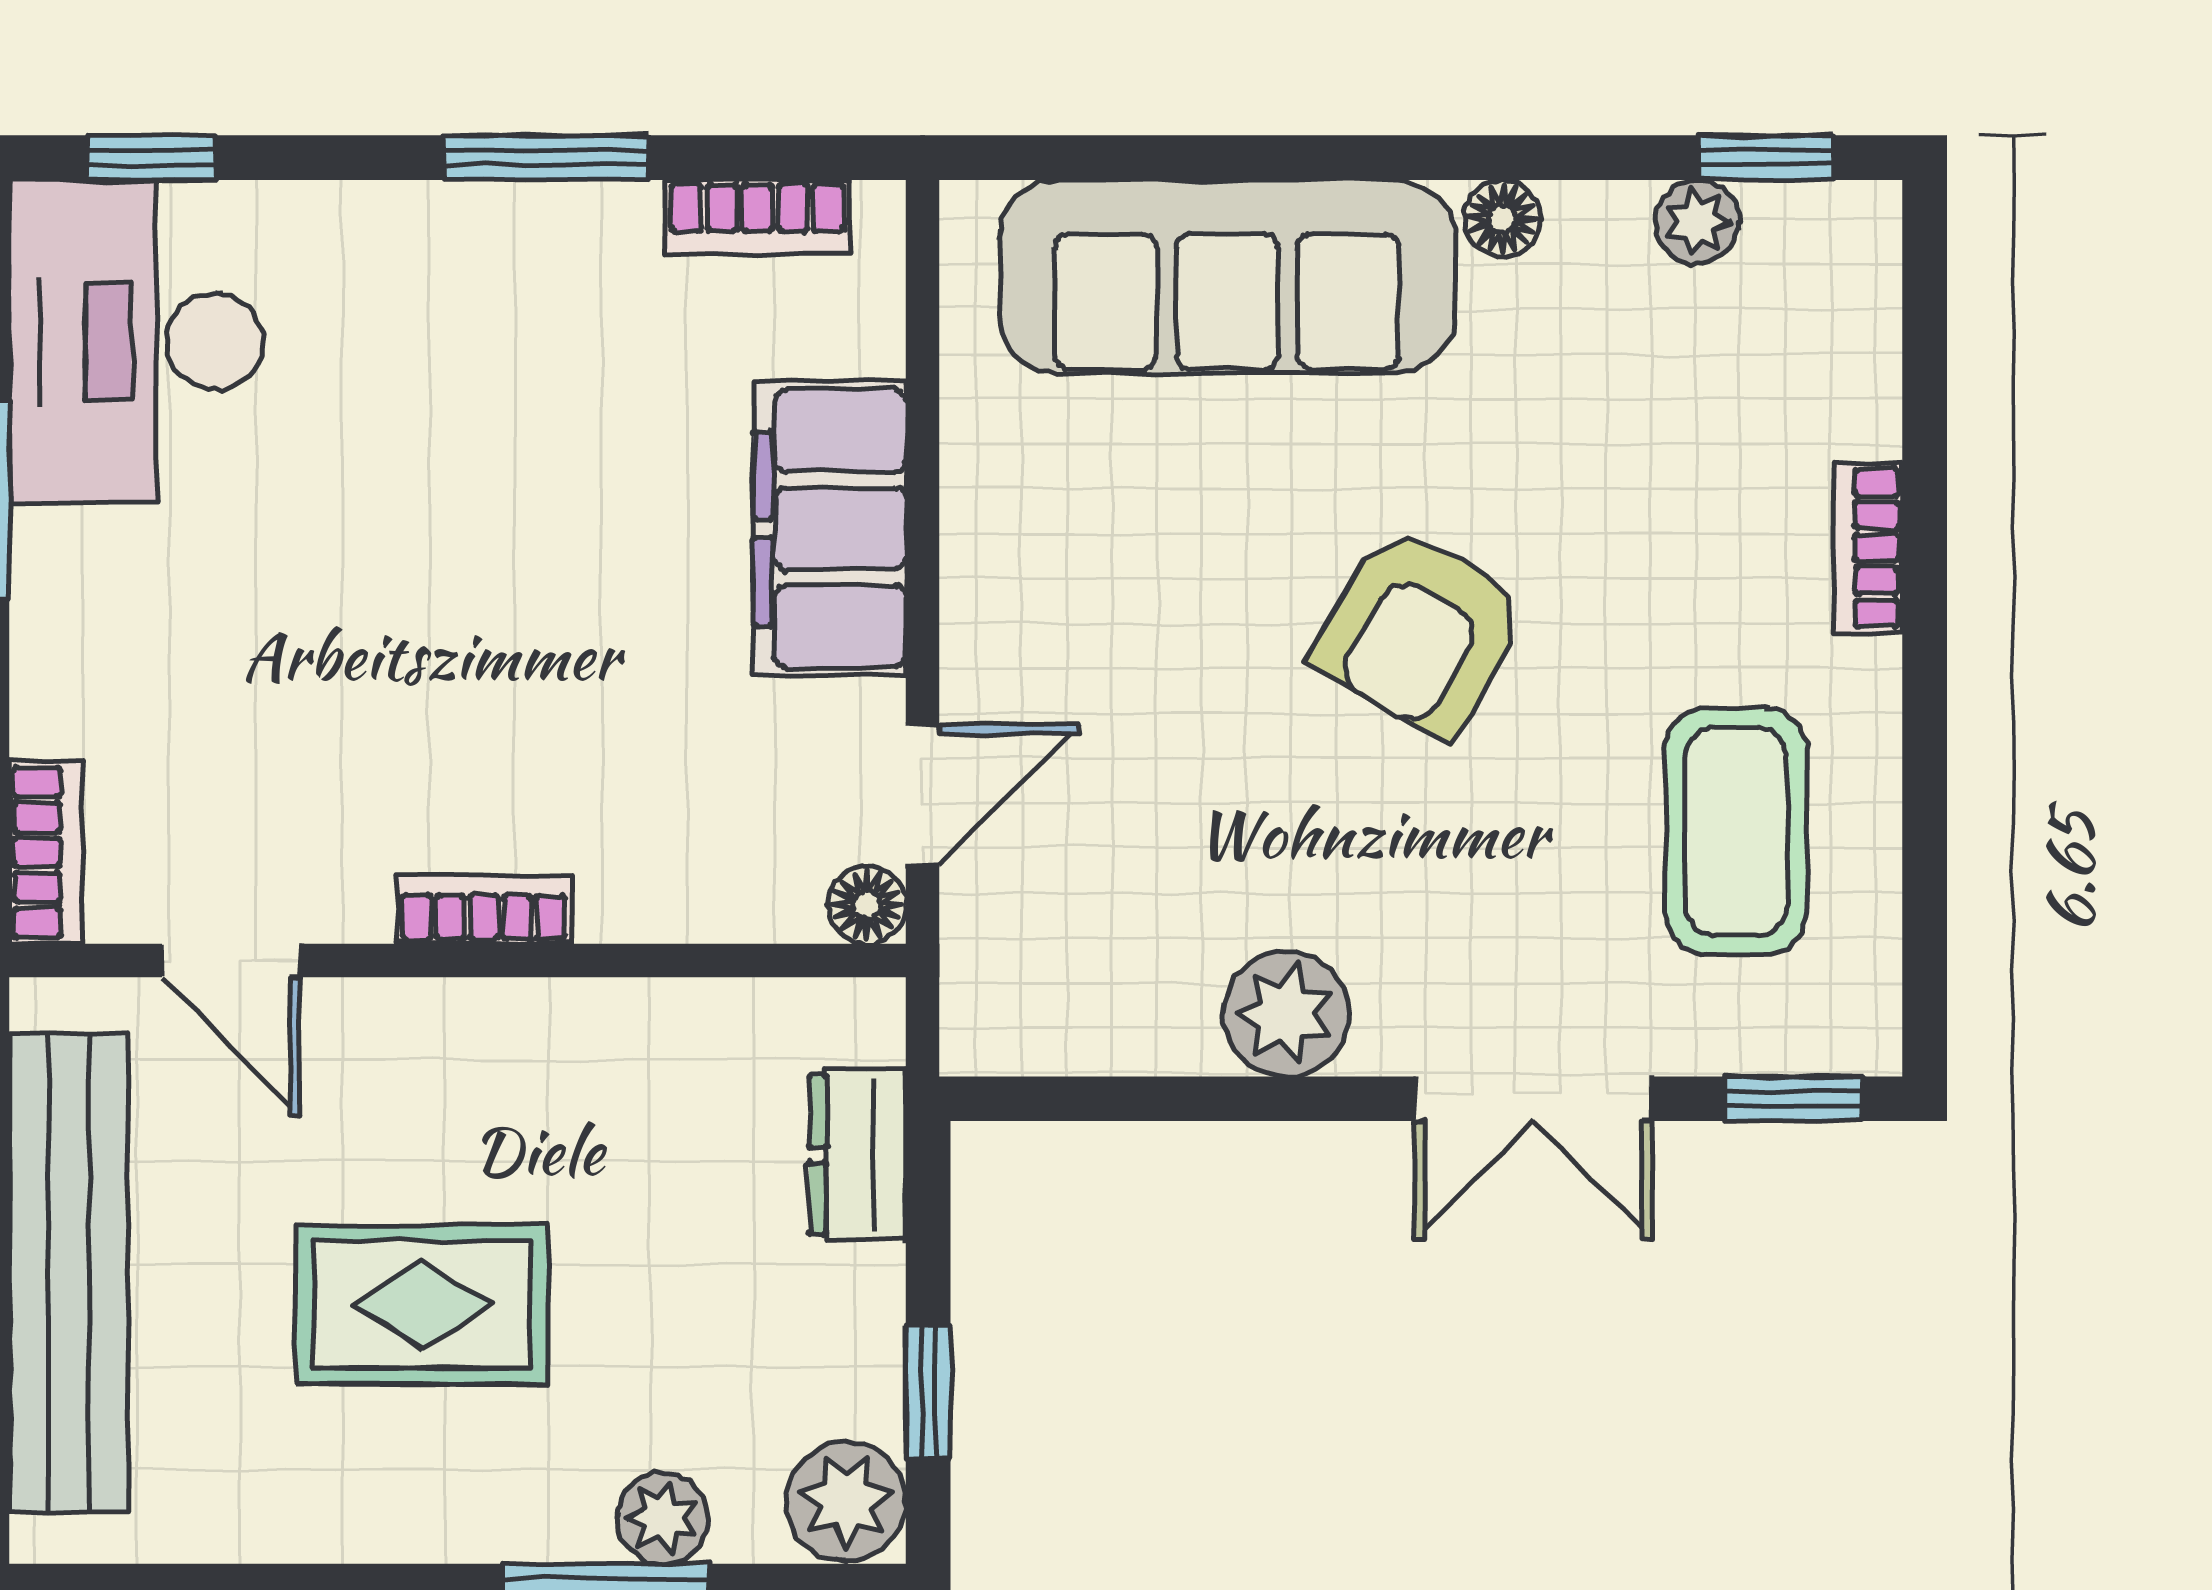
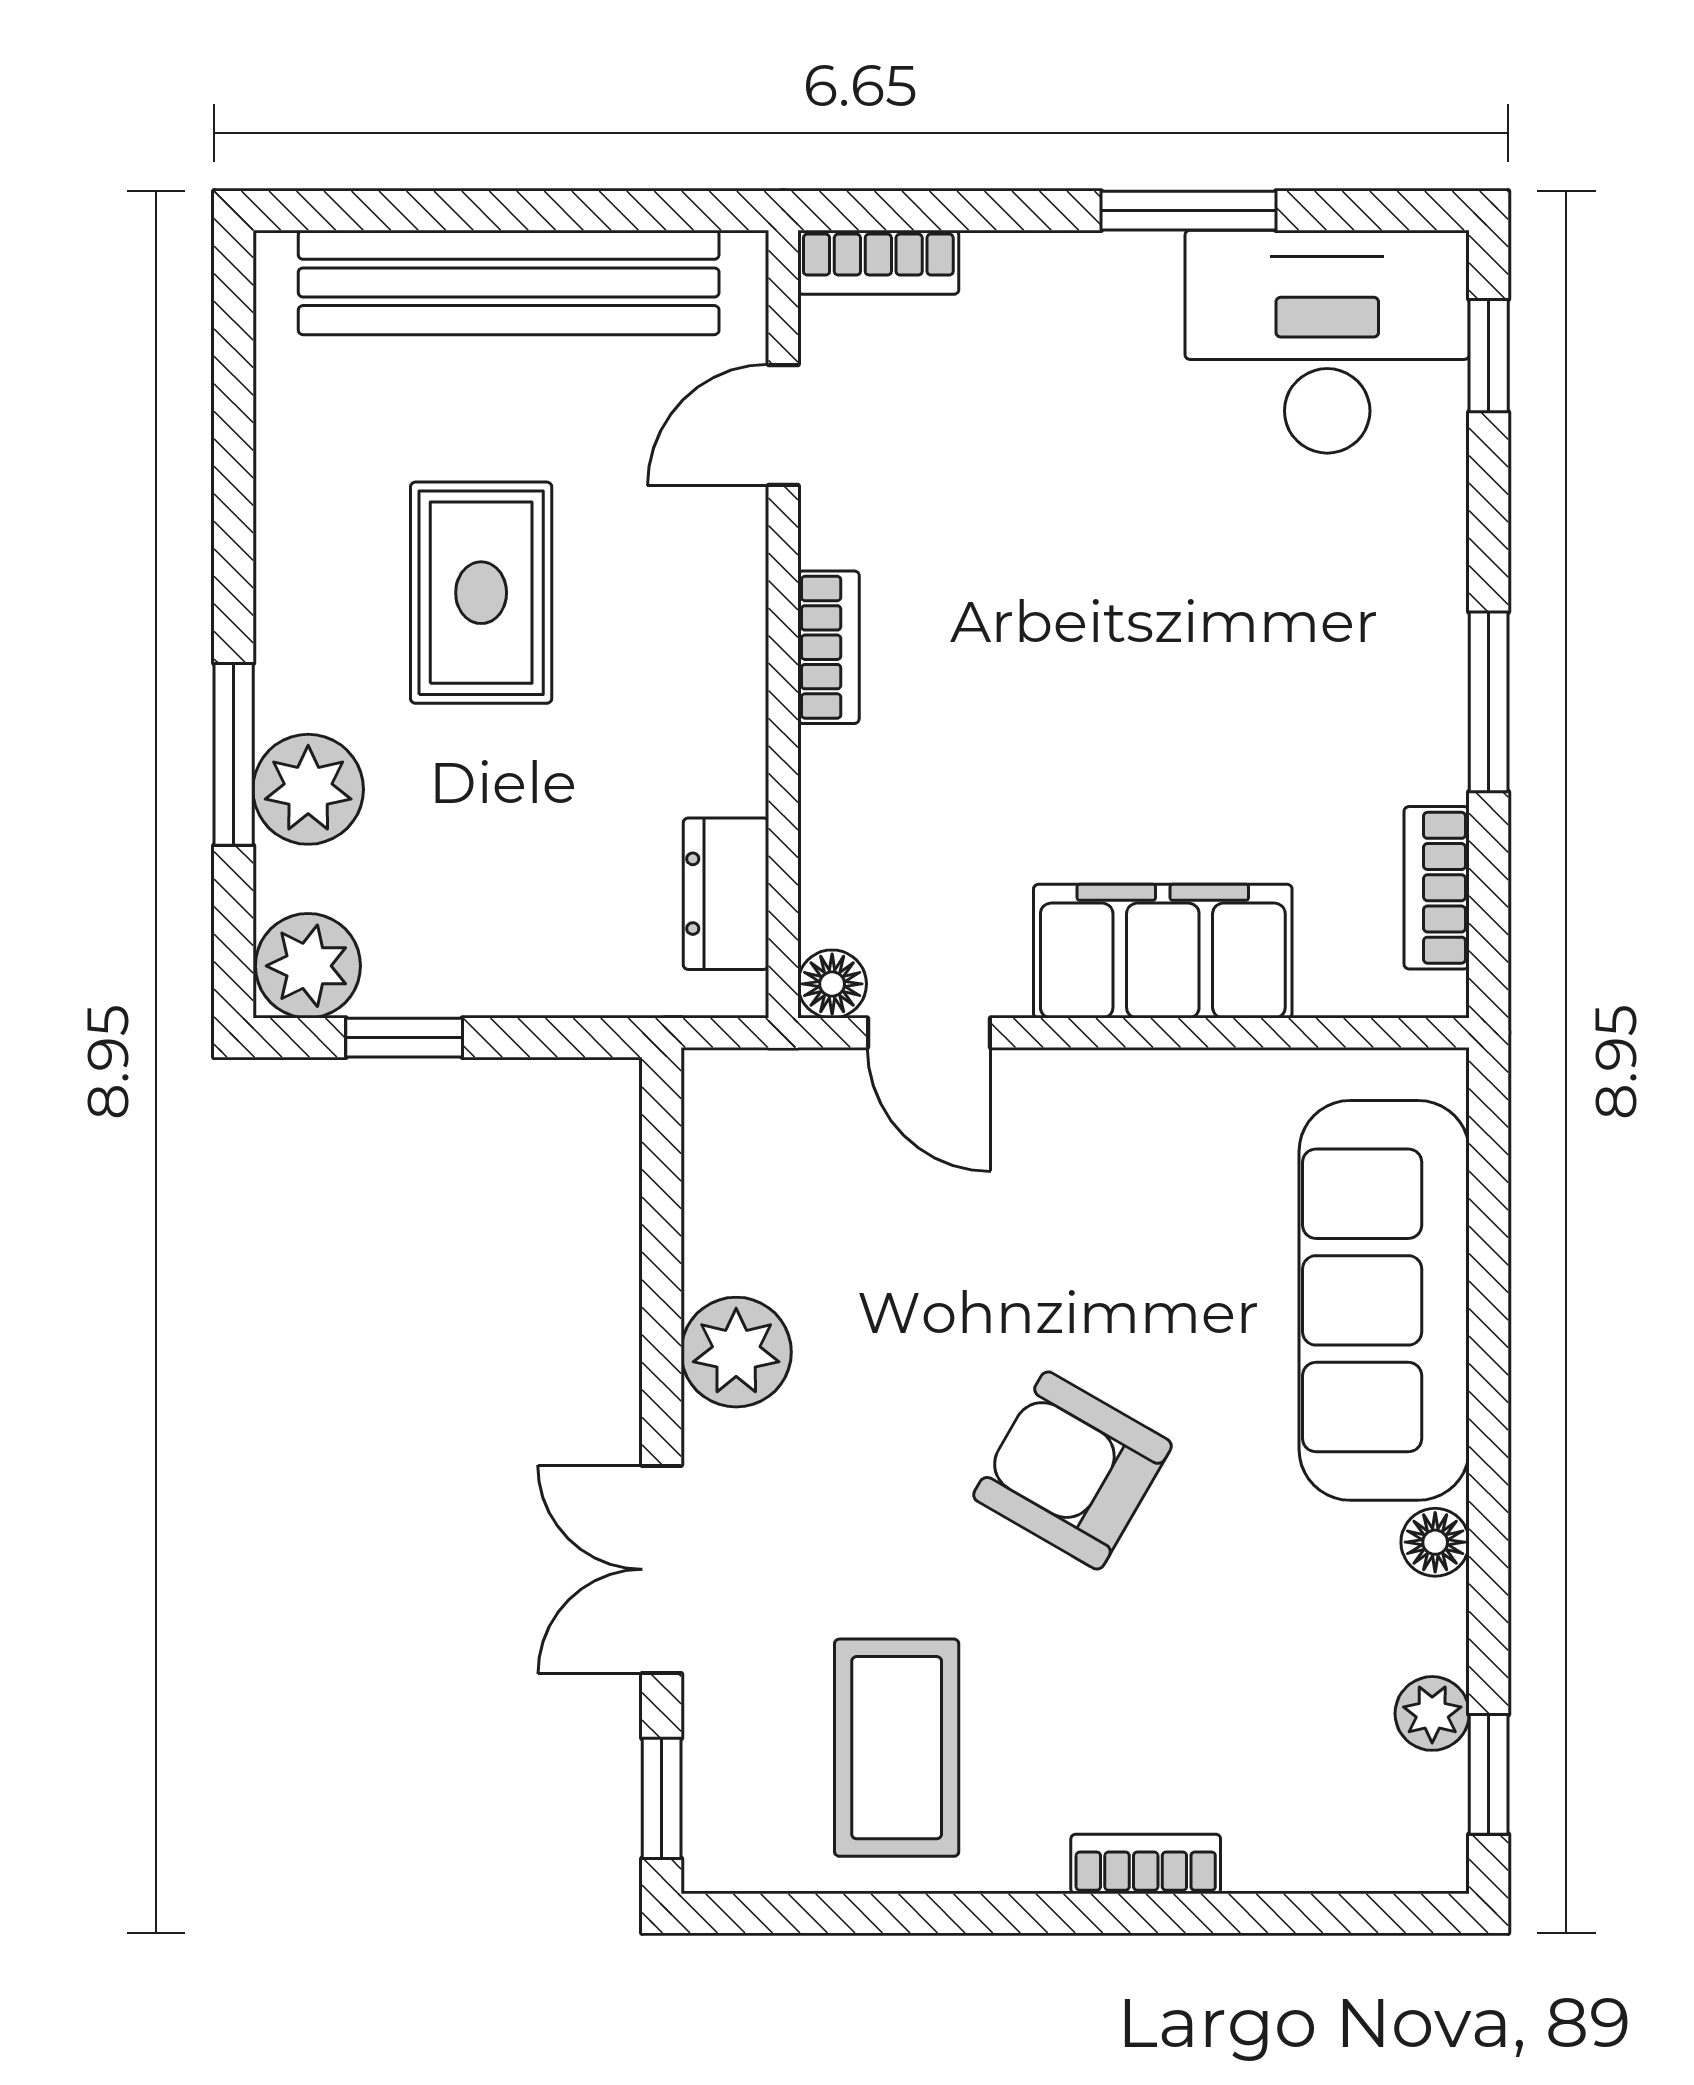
coffee table: (1736, 831) -> (897, 1748), turned 90
dresser: (857, 1155) -> (726, 894), moved, turned -90
plant: (663, 1518) -> (308, 789), width x1.38, depth x1.38

